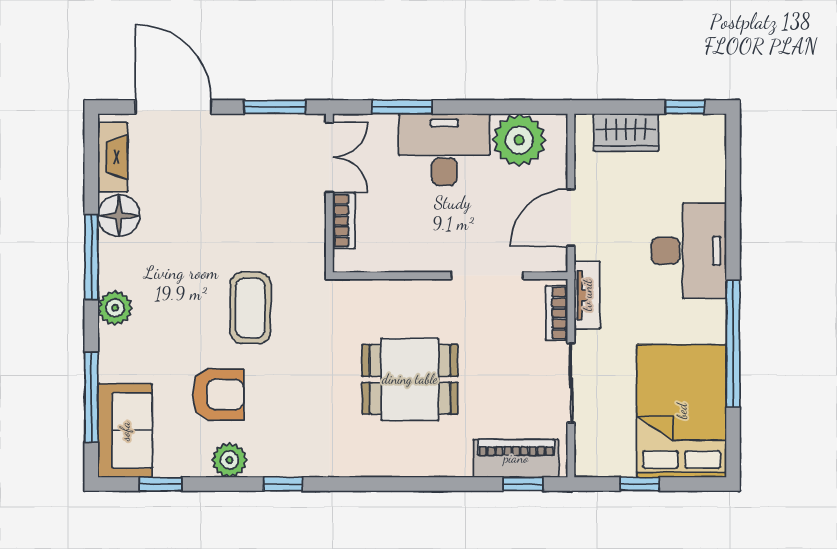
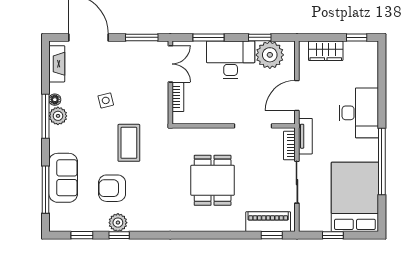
window: (500, 107) -> (260, 37), added
floor lamp: (119, 216) -> (55, 100), width x0.53, depth x0.53
side table: (206, 227) -> (106, 100), added
plant: (115, 308) -> (58, 116), moved
dining table: (410, 379) -> (213, 180), turned 90
armchair: (218, 394) -> (112, 188), turned 180
sofa: (125, 431) -> (63, 178), moved
window: (283, 484) -> (119, 235), moved

